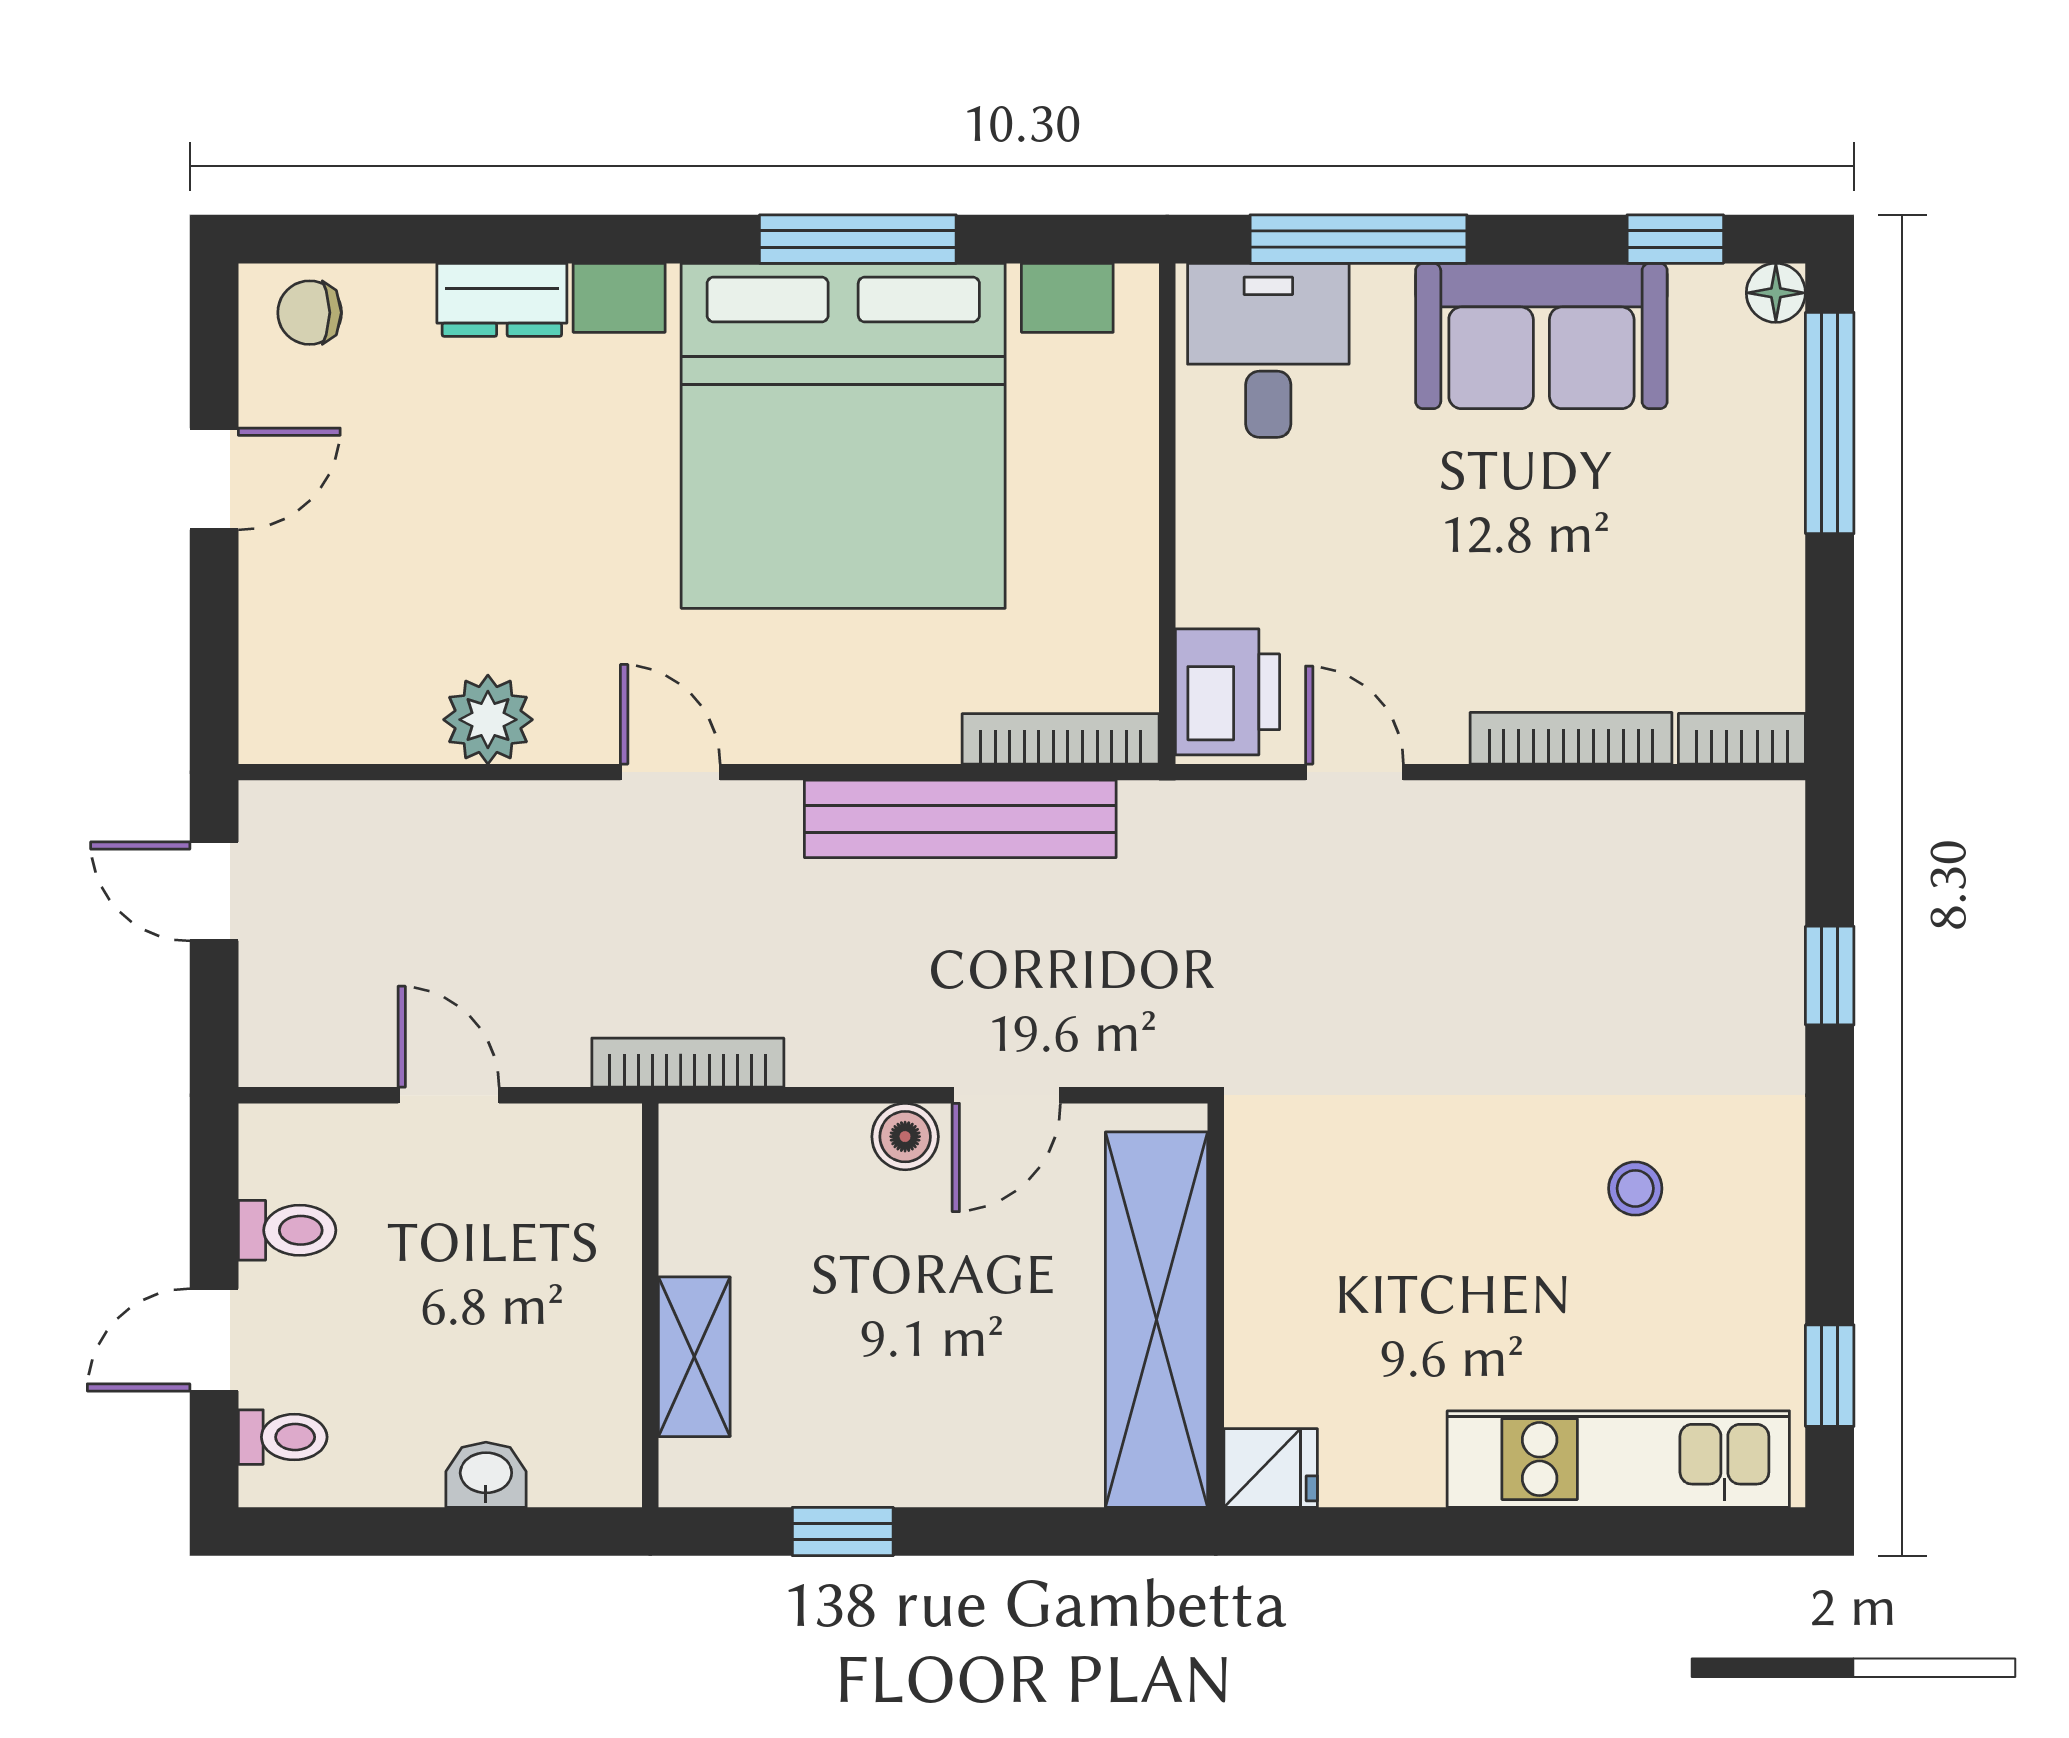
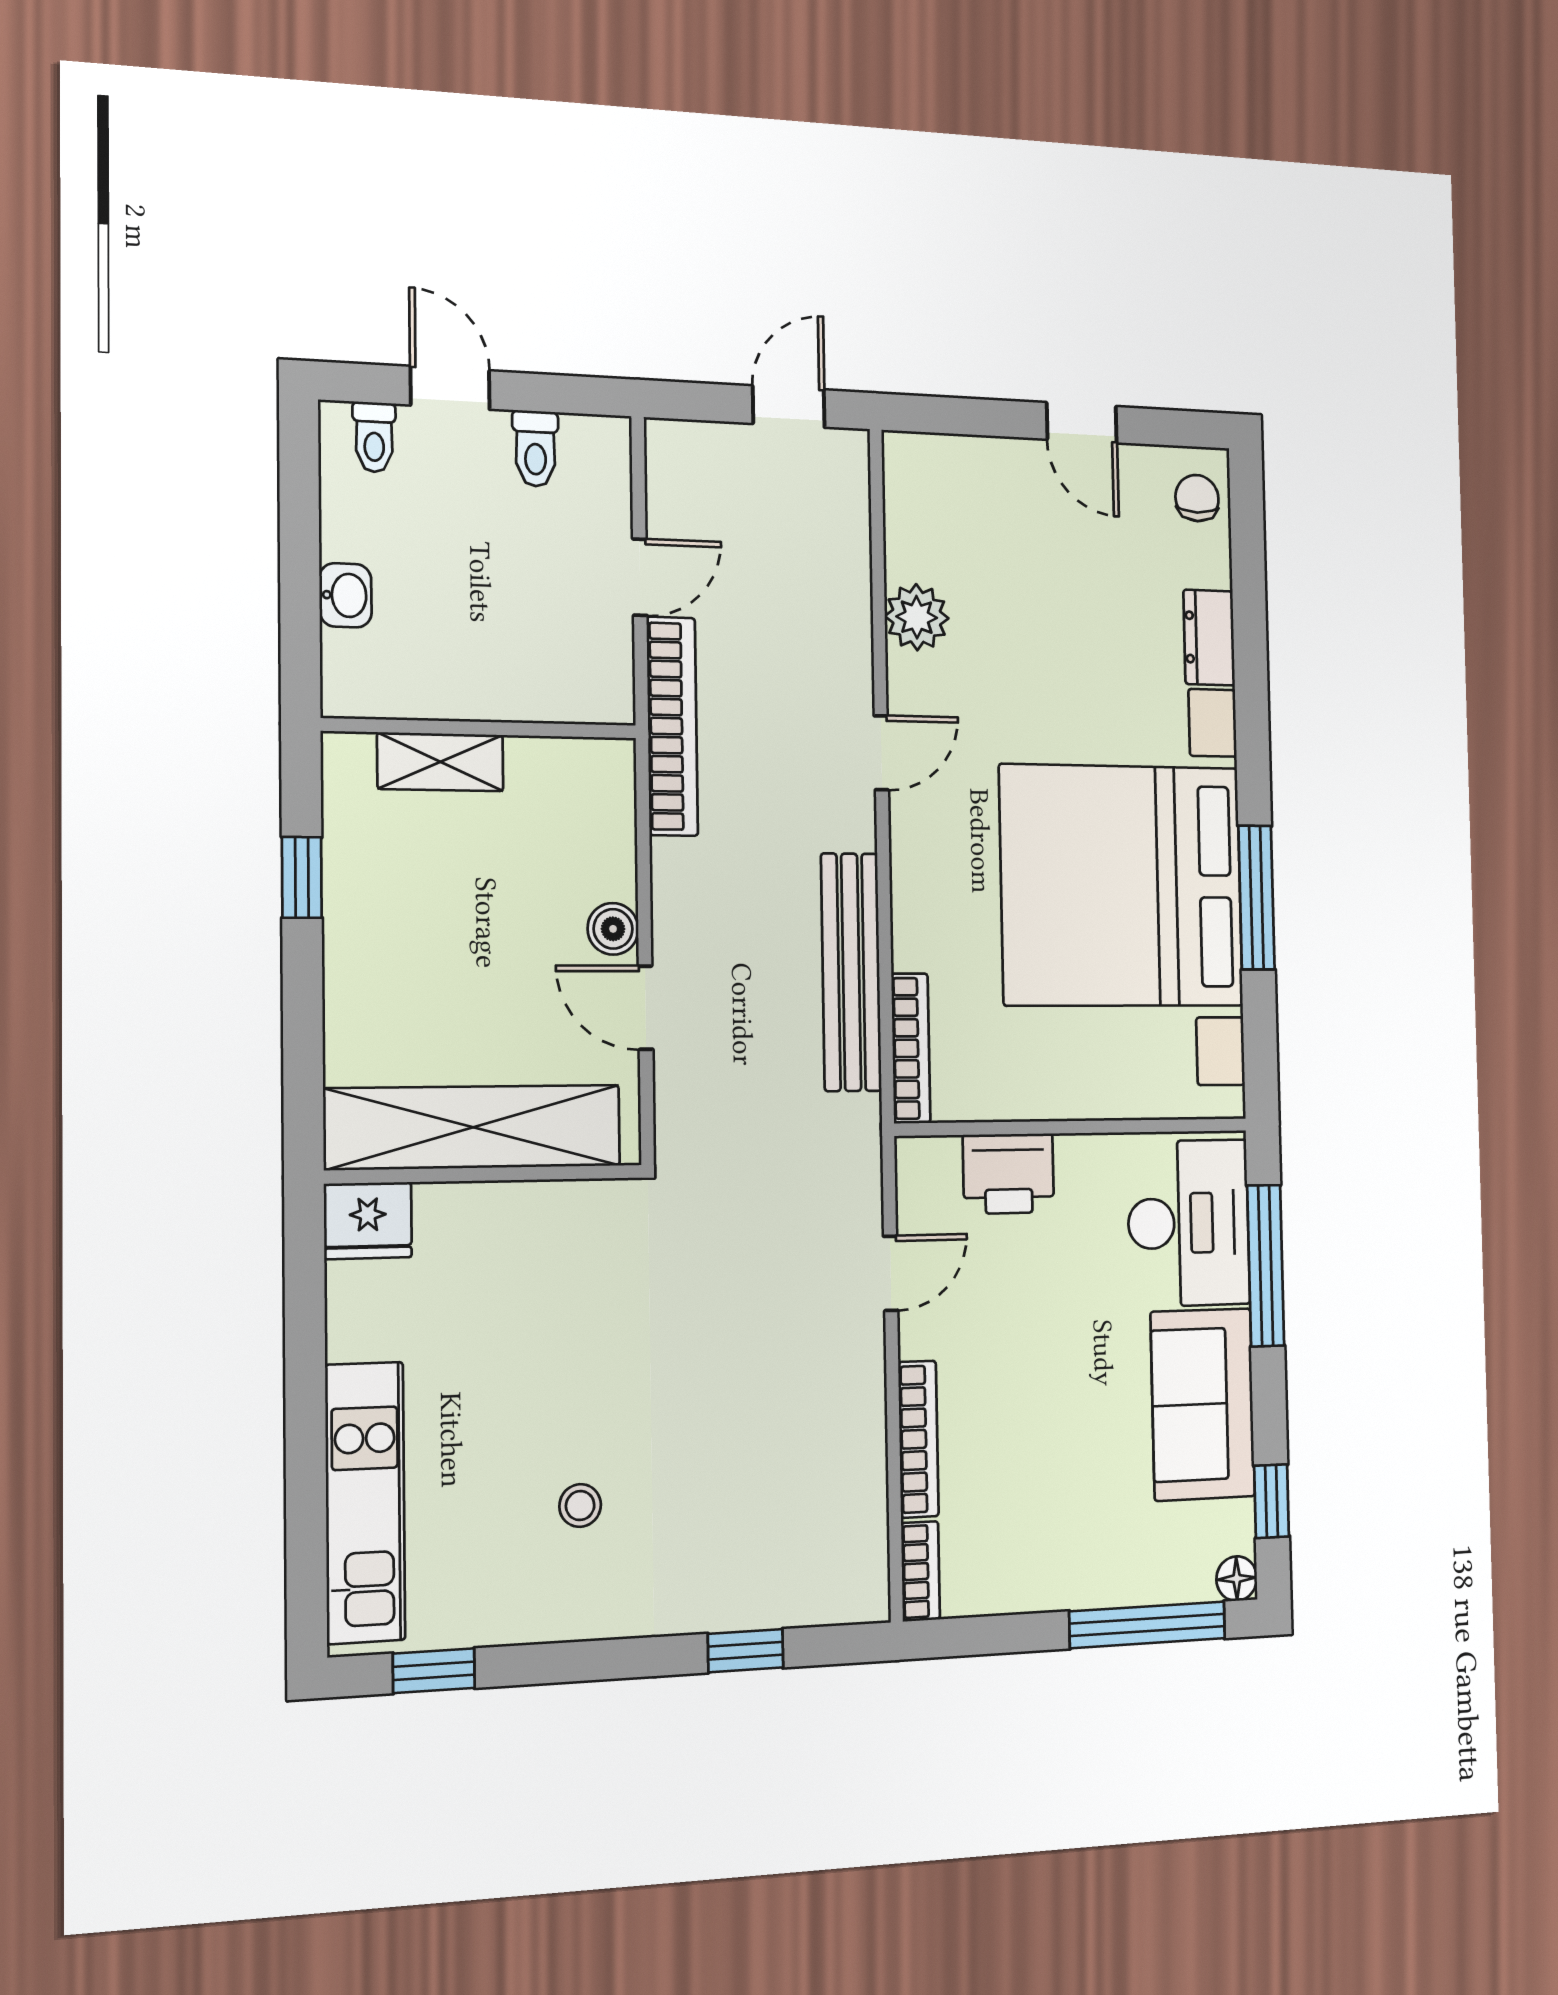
desk: (1268, 350) -> (1189, 1223), width x1.37
printer: (1227, 692) -> (1008, 1174), moved
bookcase: (688, 1063) -> (672, 726), width x1.48, depth x1.31
fridge: (1271, 1468) -> (368, 1221), width x1.38

